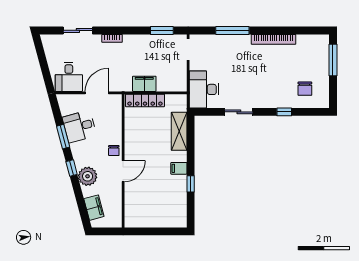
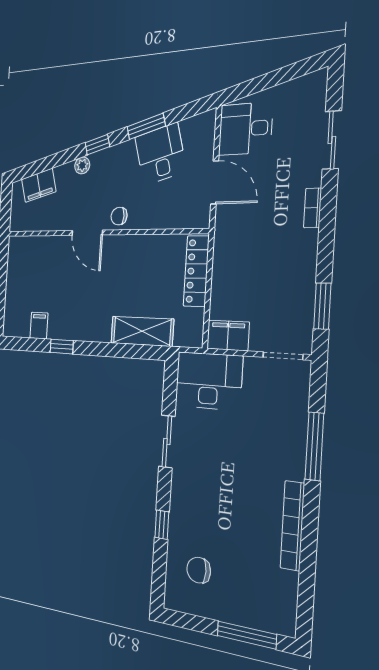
filing cabinet: (144, 84) -> (228, 335), moved, turned -90
filing cabinet: (179, 168) -> (39, 326), moved
plant: (88, 176) -> (82, 165), width x0.53, depth x0.53

